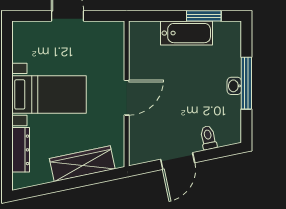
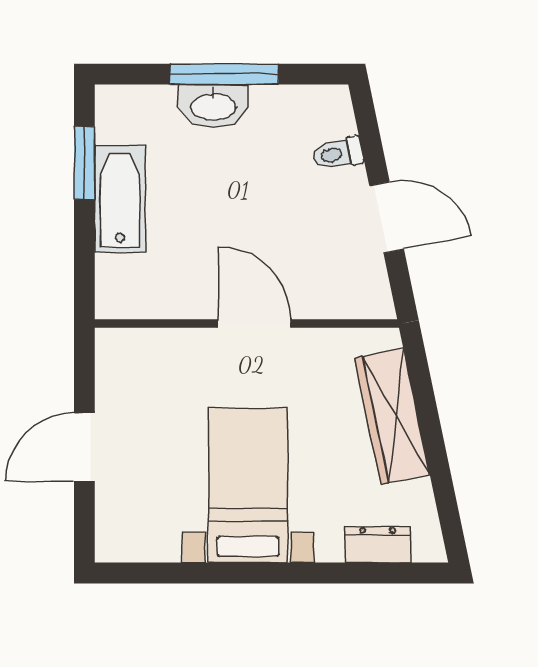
washbasin: (234, 86) -> (213, 106), width x1.91, depth x1.45
dresser: (21, 150) -> (378, 544), width x0.70

